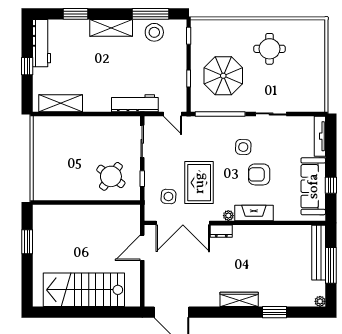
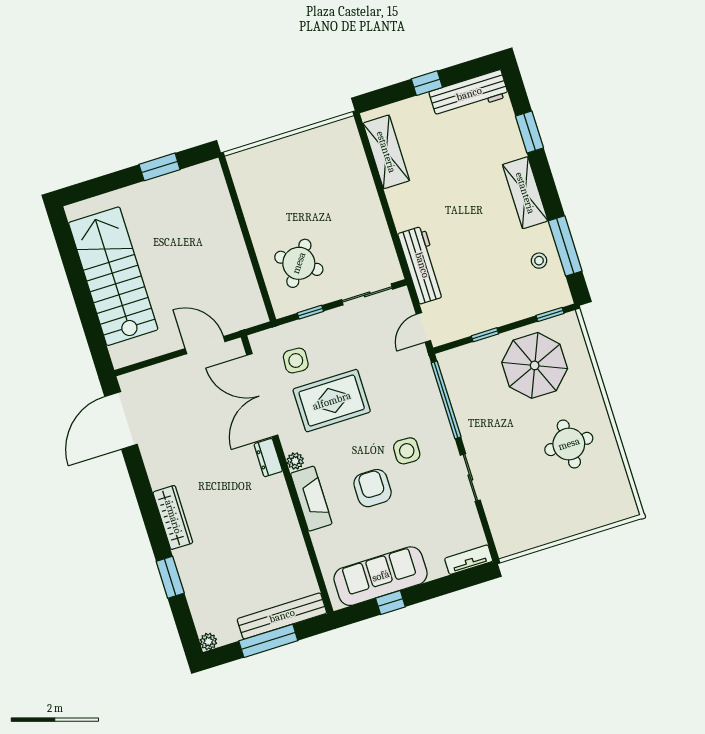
stool: (154, 32) -> (539, 261), width x0.53, depth x0.53
parasol: (223, 76) -> (535, 365), moved
tv unit: (320, 136) -> (469, 560), width x0.71

